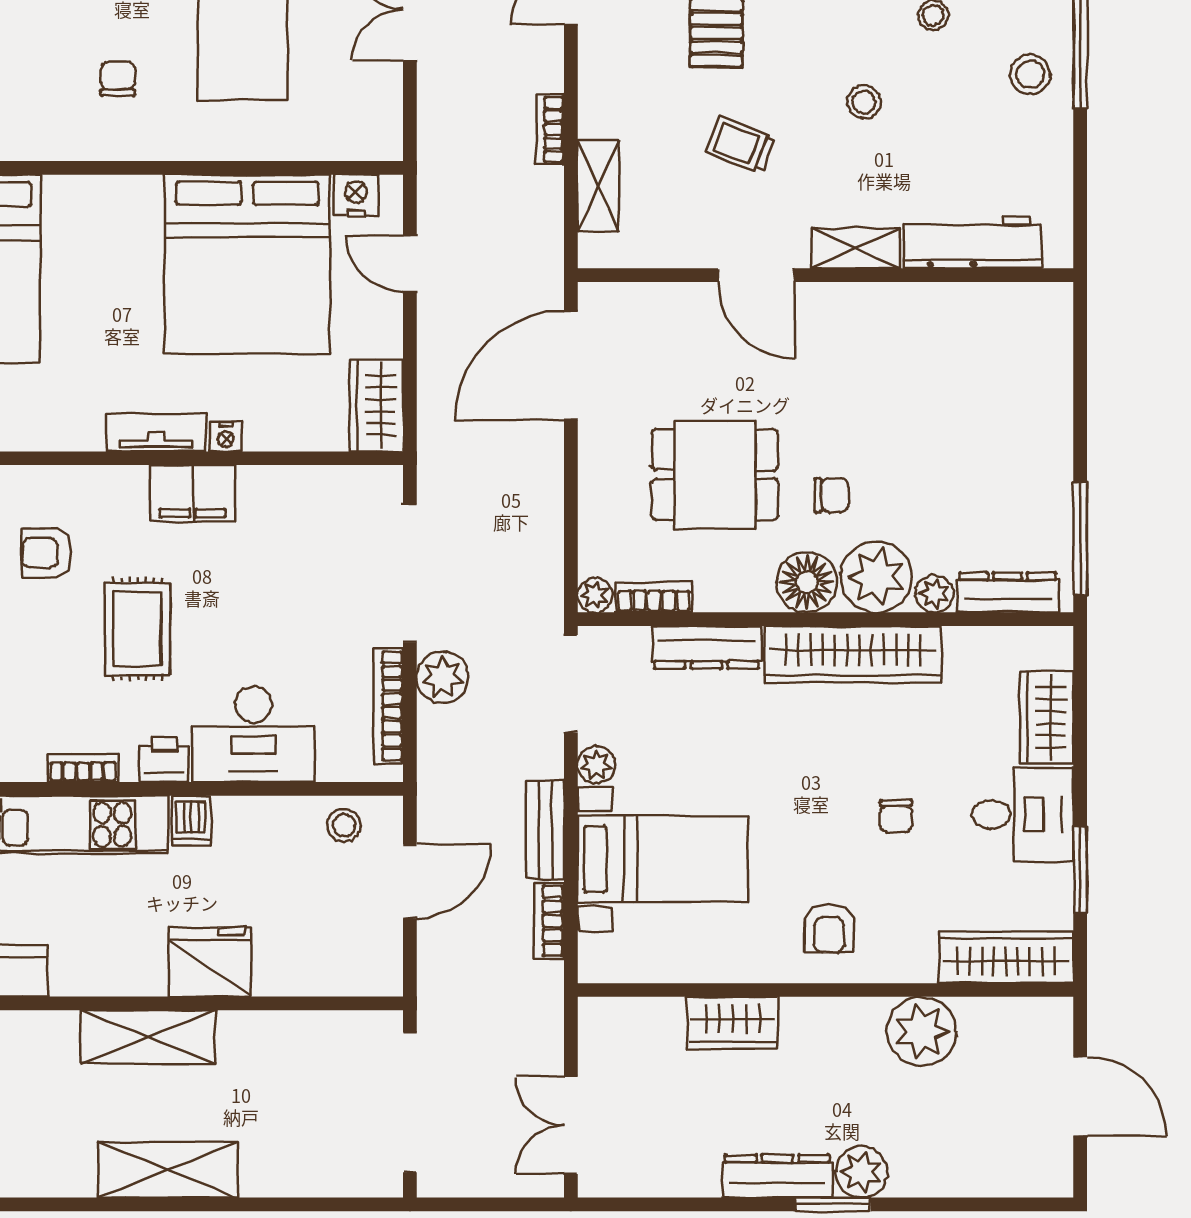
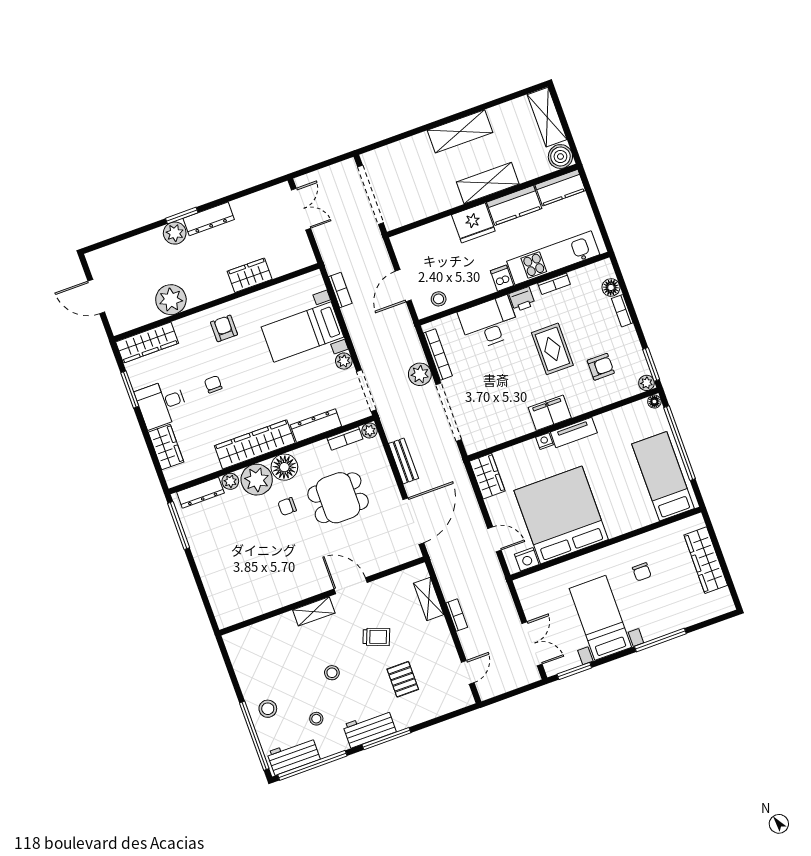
workbench: (973, 242) -> (267, 631), removed
bench: (545, 830) -> (404, 461), moved
kitchen counter: (108, 968) -> (514, 205), added

